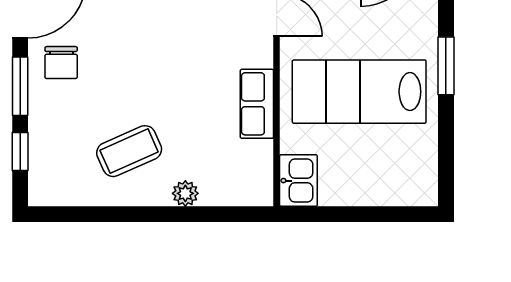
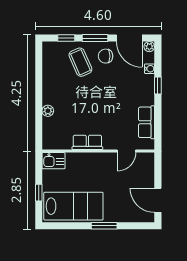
lab bench: (359, 92) -> (73, 206), moved, turned 90
coffee table: (129, 151) -> (80, 62), moved
window: (371, 214) -> (39, 193), added

